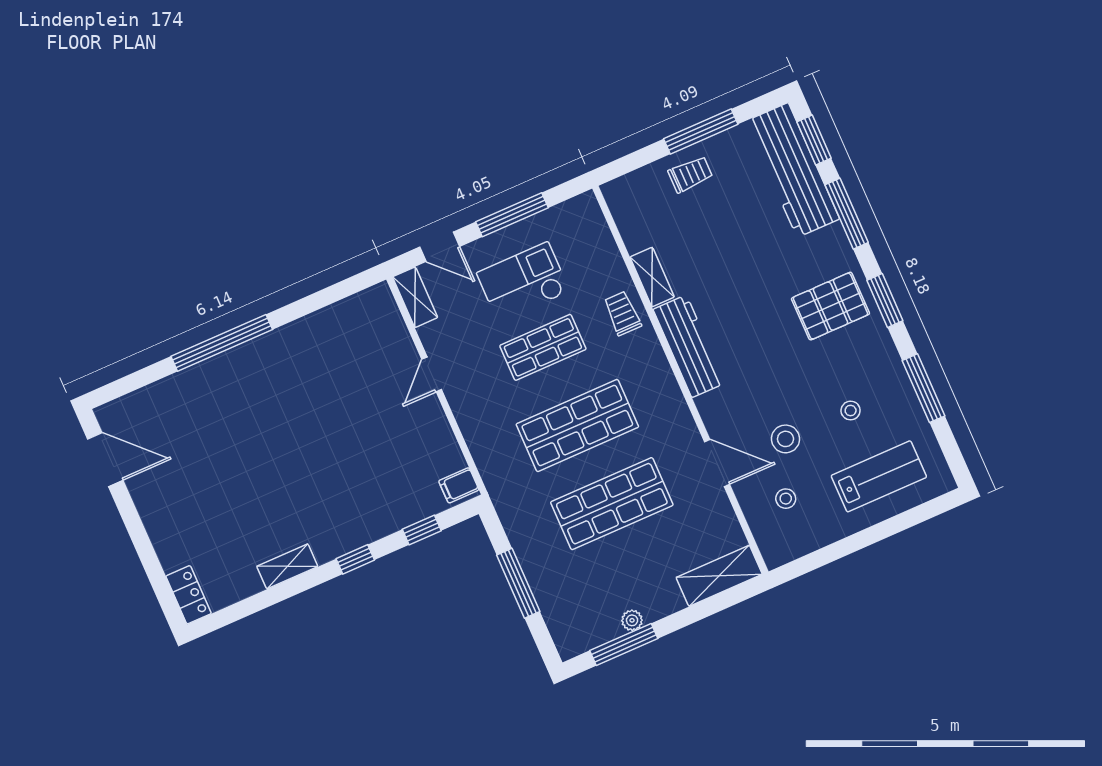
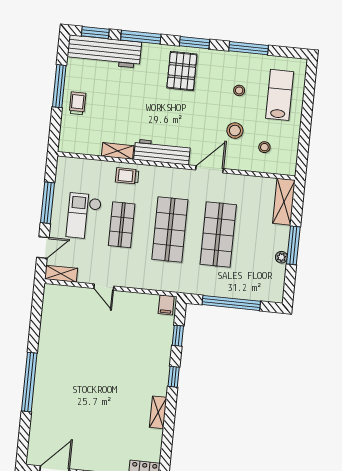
door: (717, 463) -> (209, 169), moved
window: (518, 583) -> (231, 303), width x1.46
window: (624, 644) -> (293, 245), moved

